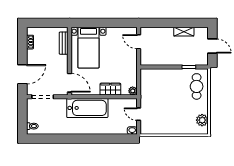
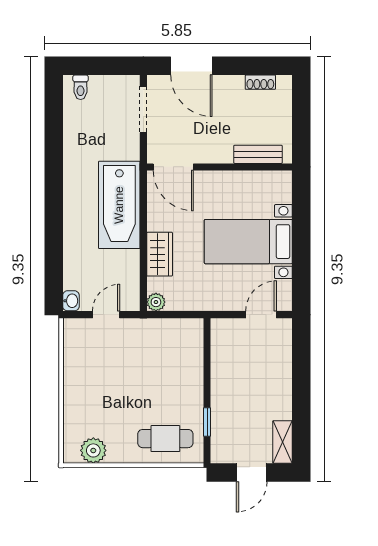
shelving: (184, 32) -> (283, 442), moved
bed with nightstands: (88, 48) -> (248, 242), moved
door: (70, 83) -> (173, 167), hinge flipped

